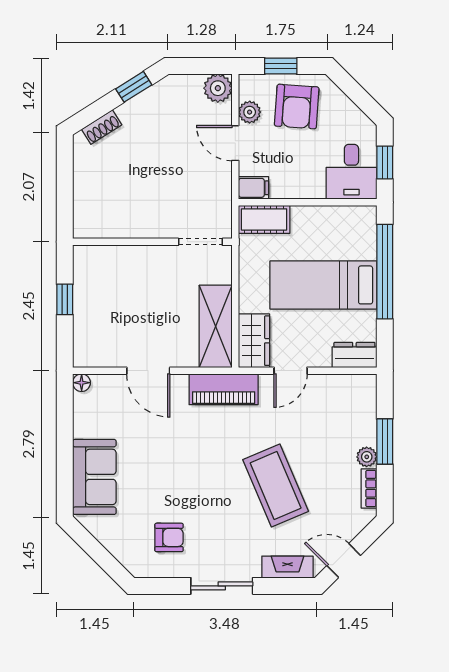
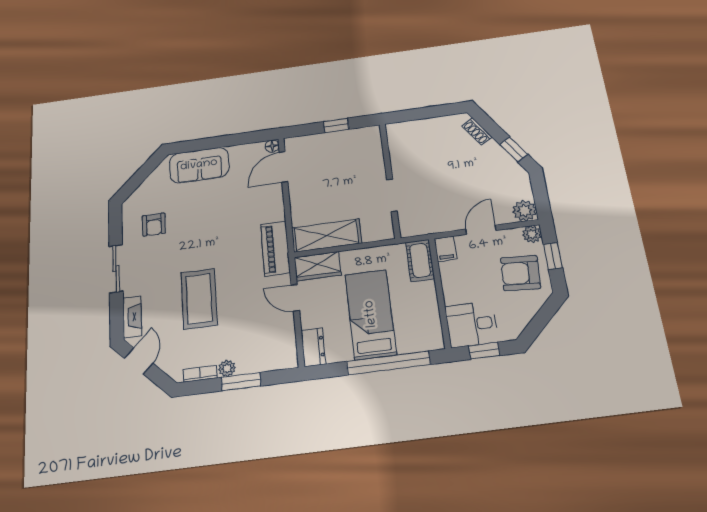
plant: (250, 112) -> (532, 234), moved
doorway: (200, 242) -> (392, 195), moved
door: (148, 371) -> (284, 167), moved
coffee table: (276, 485) -> (199, 299), turned -67

